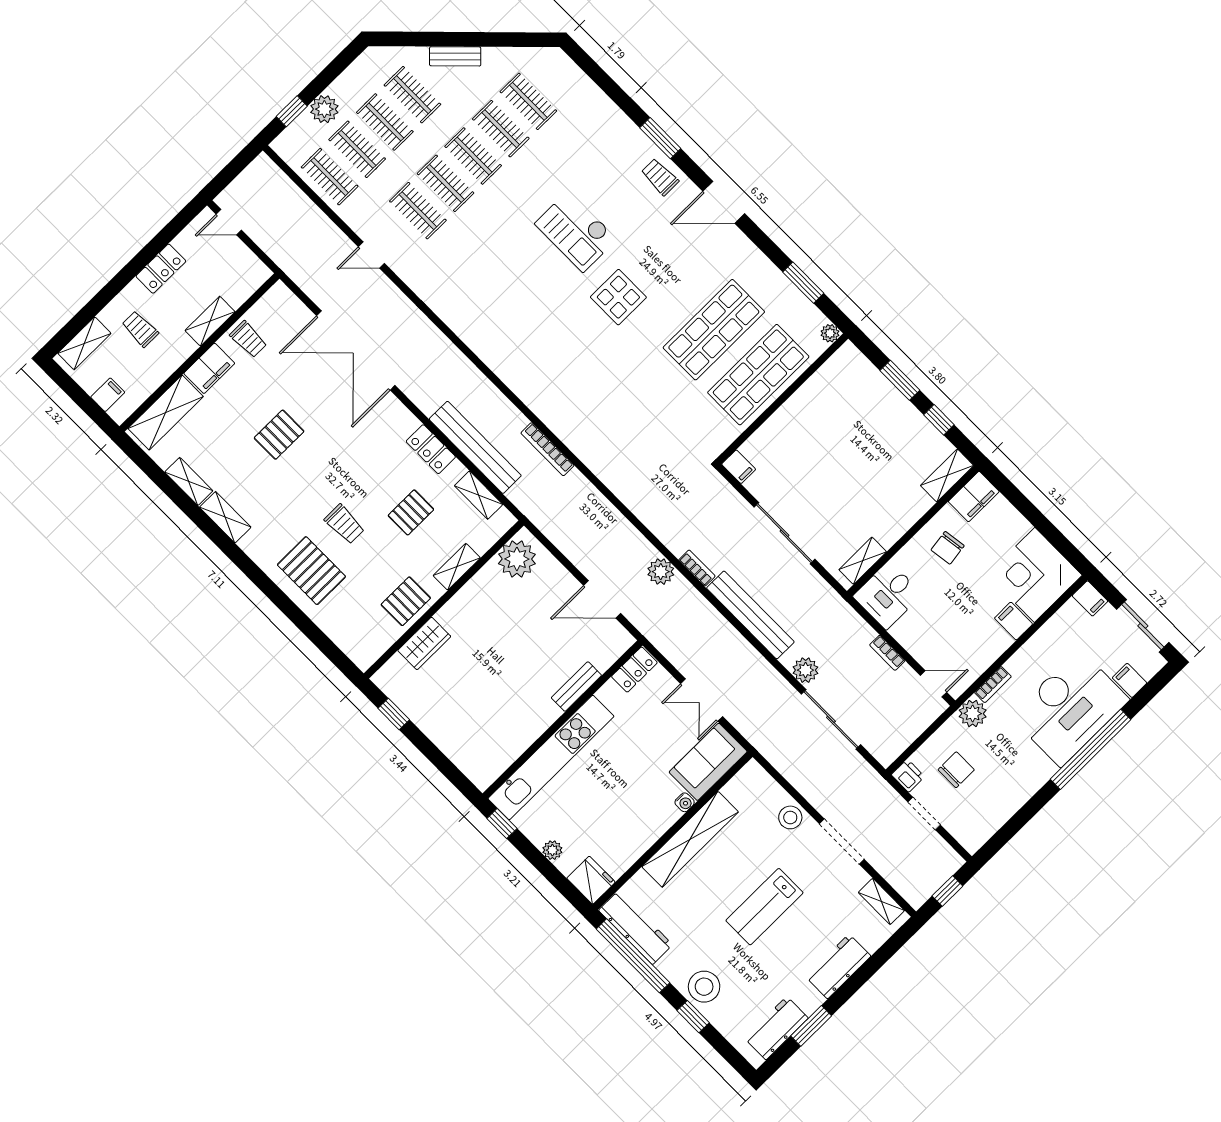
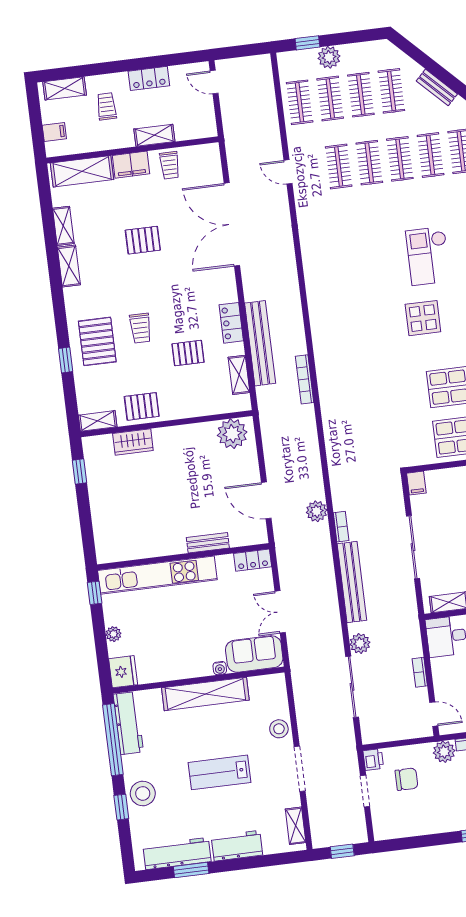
shelving: (457, 567) -> (98, 421), moved
window: (294, 613) -> (66, 360), added
workbench: (776, 1028) -> (177, 853), width x1.38

